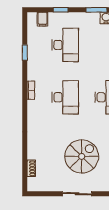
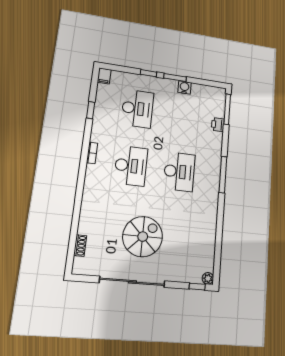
window: (61, 10) -> (149, 73), moved
filing cabinet: (43, 19) -> (104, 76), moved
sliding door: (77, 194) -> (132, 282), width x1.86

